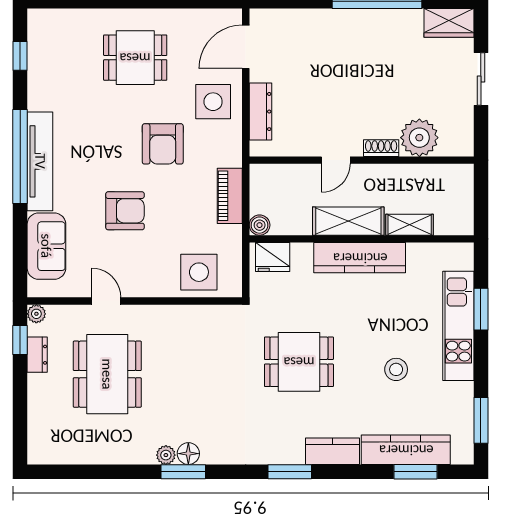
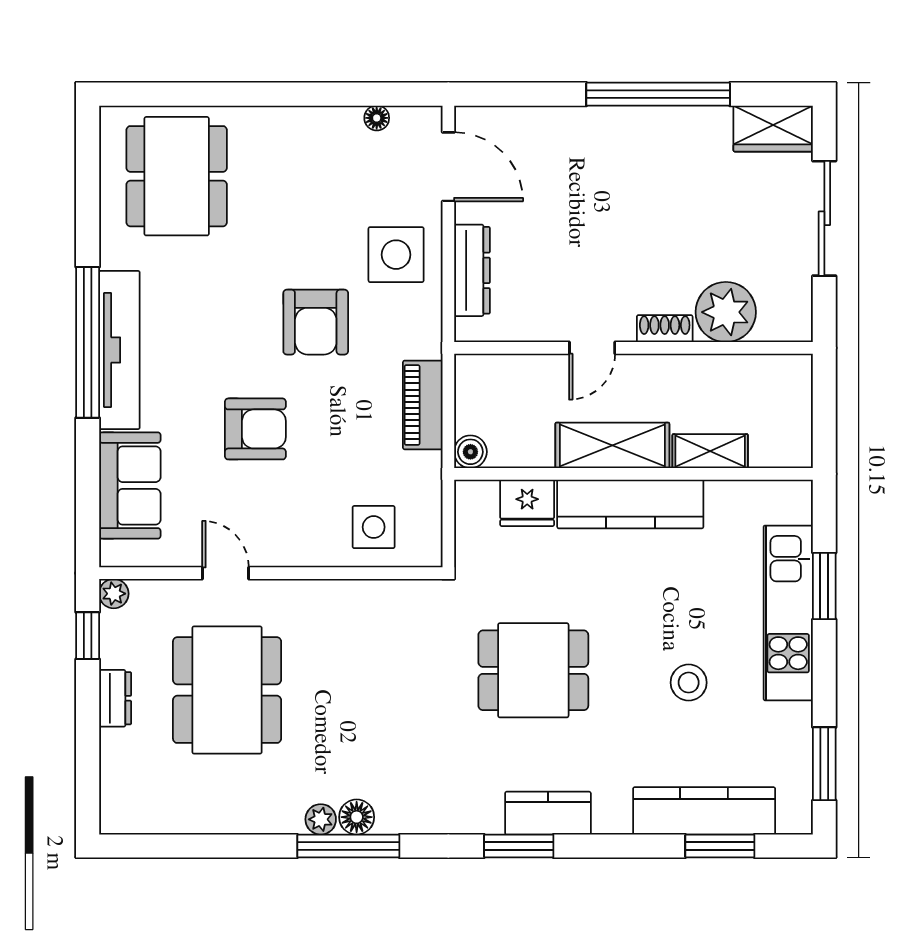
floor lamp: (201, 16) -> (377, 118), added
door: (246, 47) -> (448, 167), swing flipped
window: (20, 56) -> (88, 181), removed
dining table: (135, 58) -> (177, 176), moved, width x1.38
sliding door: (481, 79) -> (824, 218), width x1.37
fridge: (273, 257) -> (527, 503), moved
side table: (199, 272) -> (374, 527), width x0.73, depth x0.73
dresser: (37, 355) -> (115, 698), moved
kitchen counter: (333, 451) -> (548, 813), moved
window: (183, 472) -> (348, 846), width x1.44

